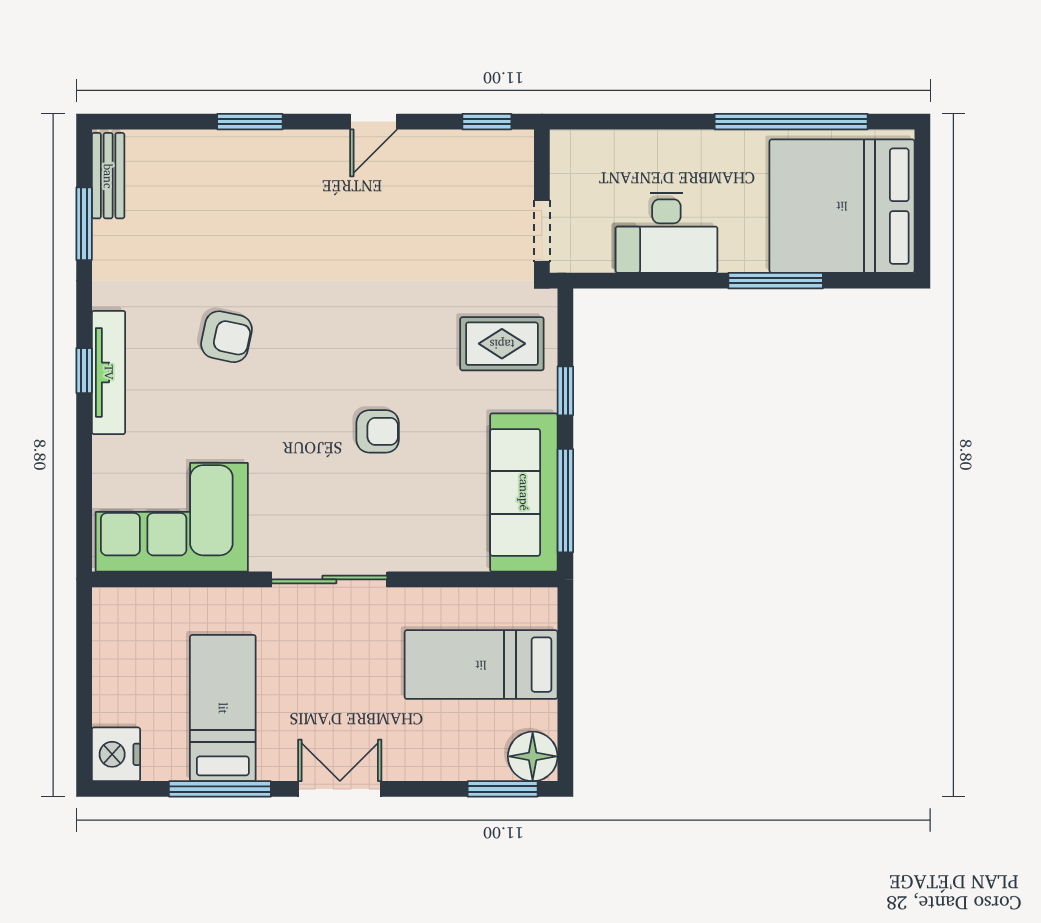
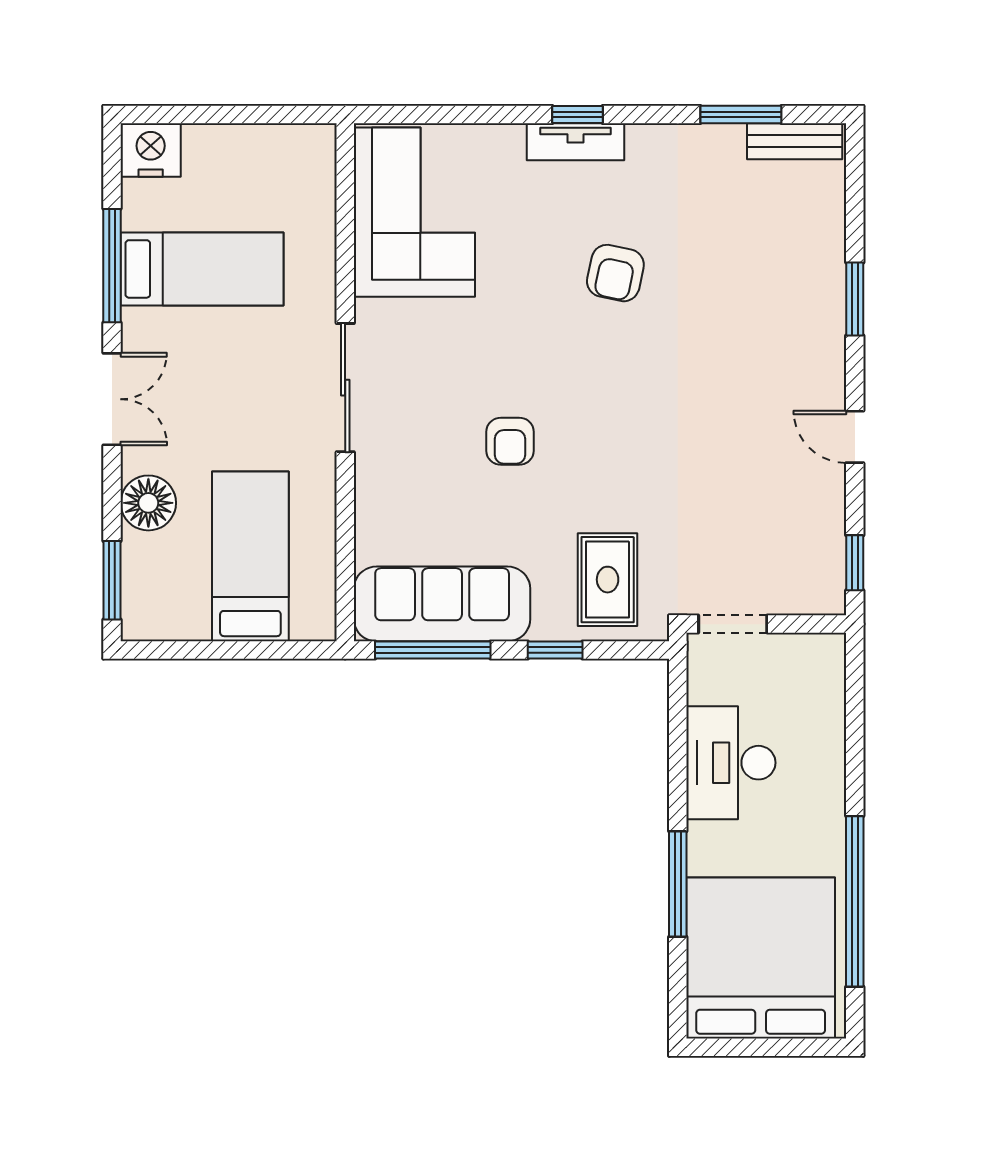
tv unit: (109, 372) -> (576, 142), width x0.71
floor lamp: (533, 756) -> (148, 503), moved

